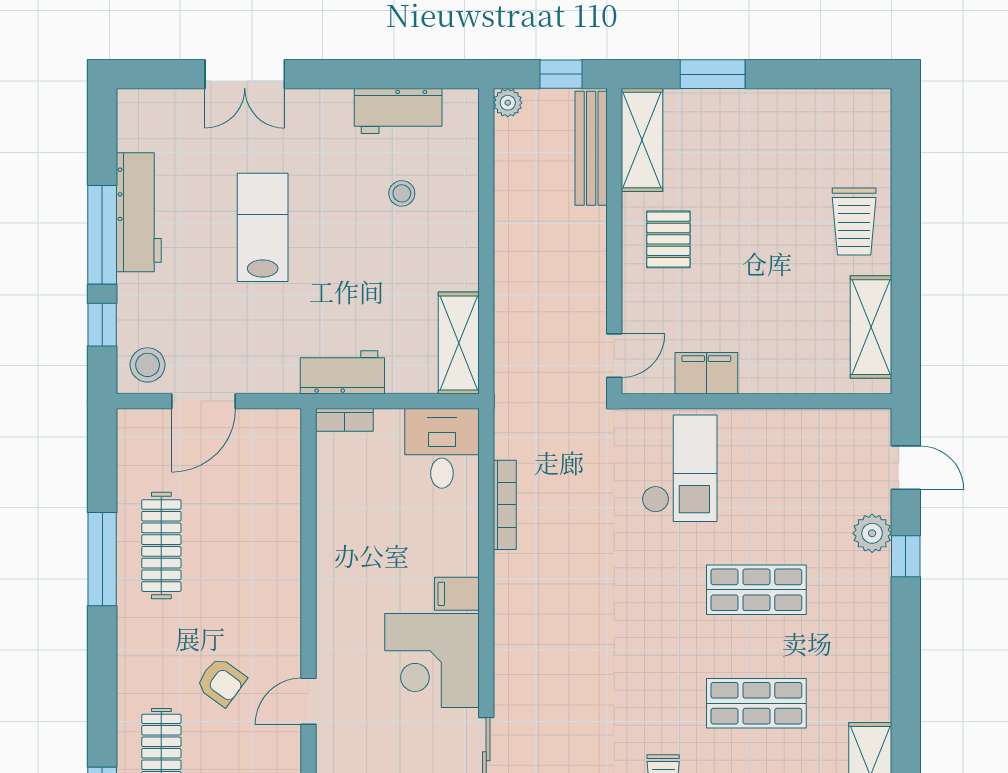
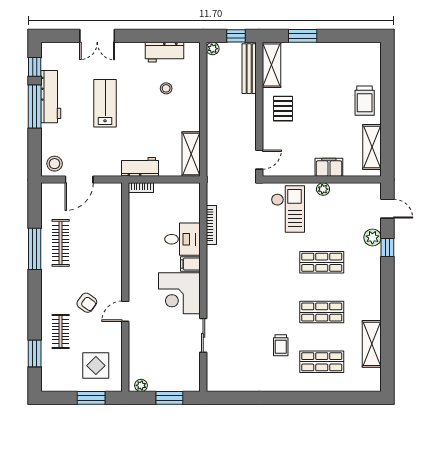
window: (102, 325) -> (35, 67), moved
filing cabinet: (706, 373) -> (329, 167), moved
plant: (759, 423) -> (323, 189), added
desk: (442, 448) -> (182, 239), moved, turned 90

